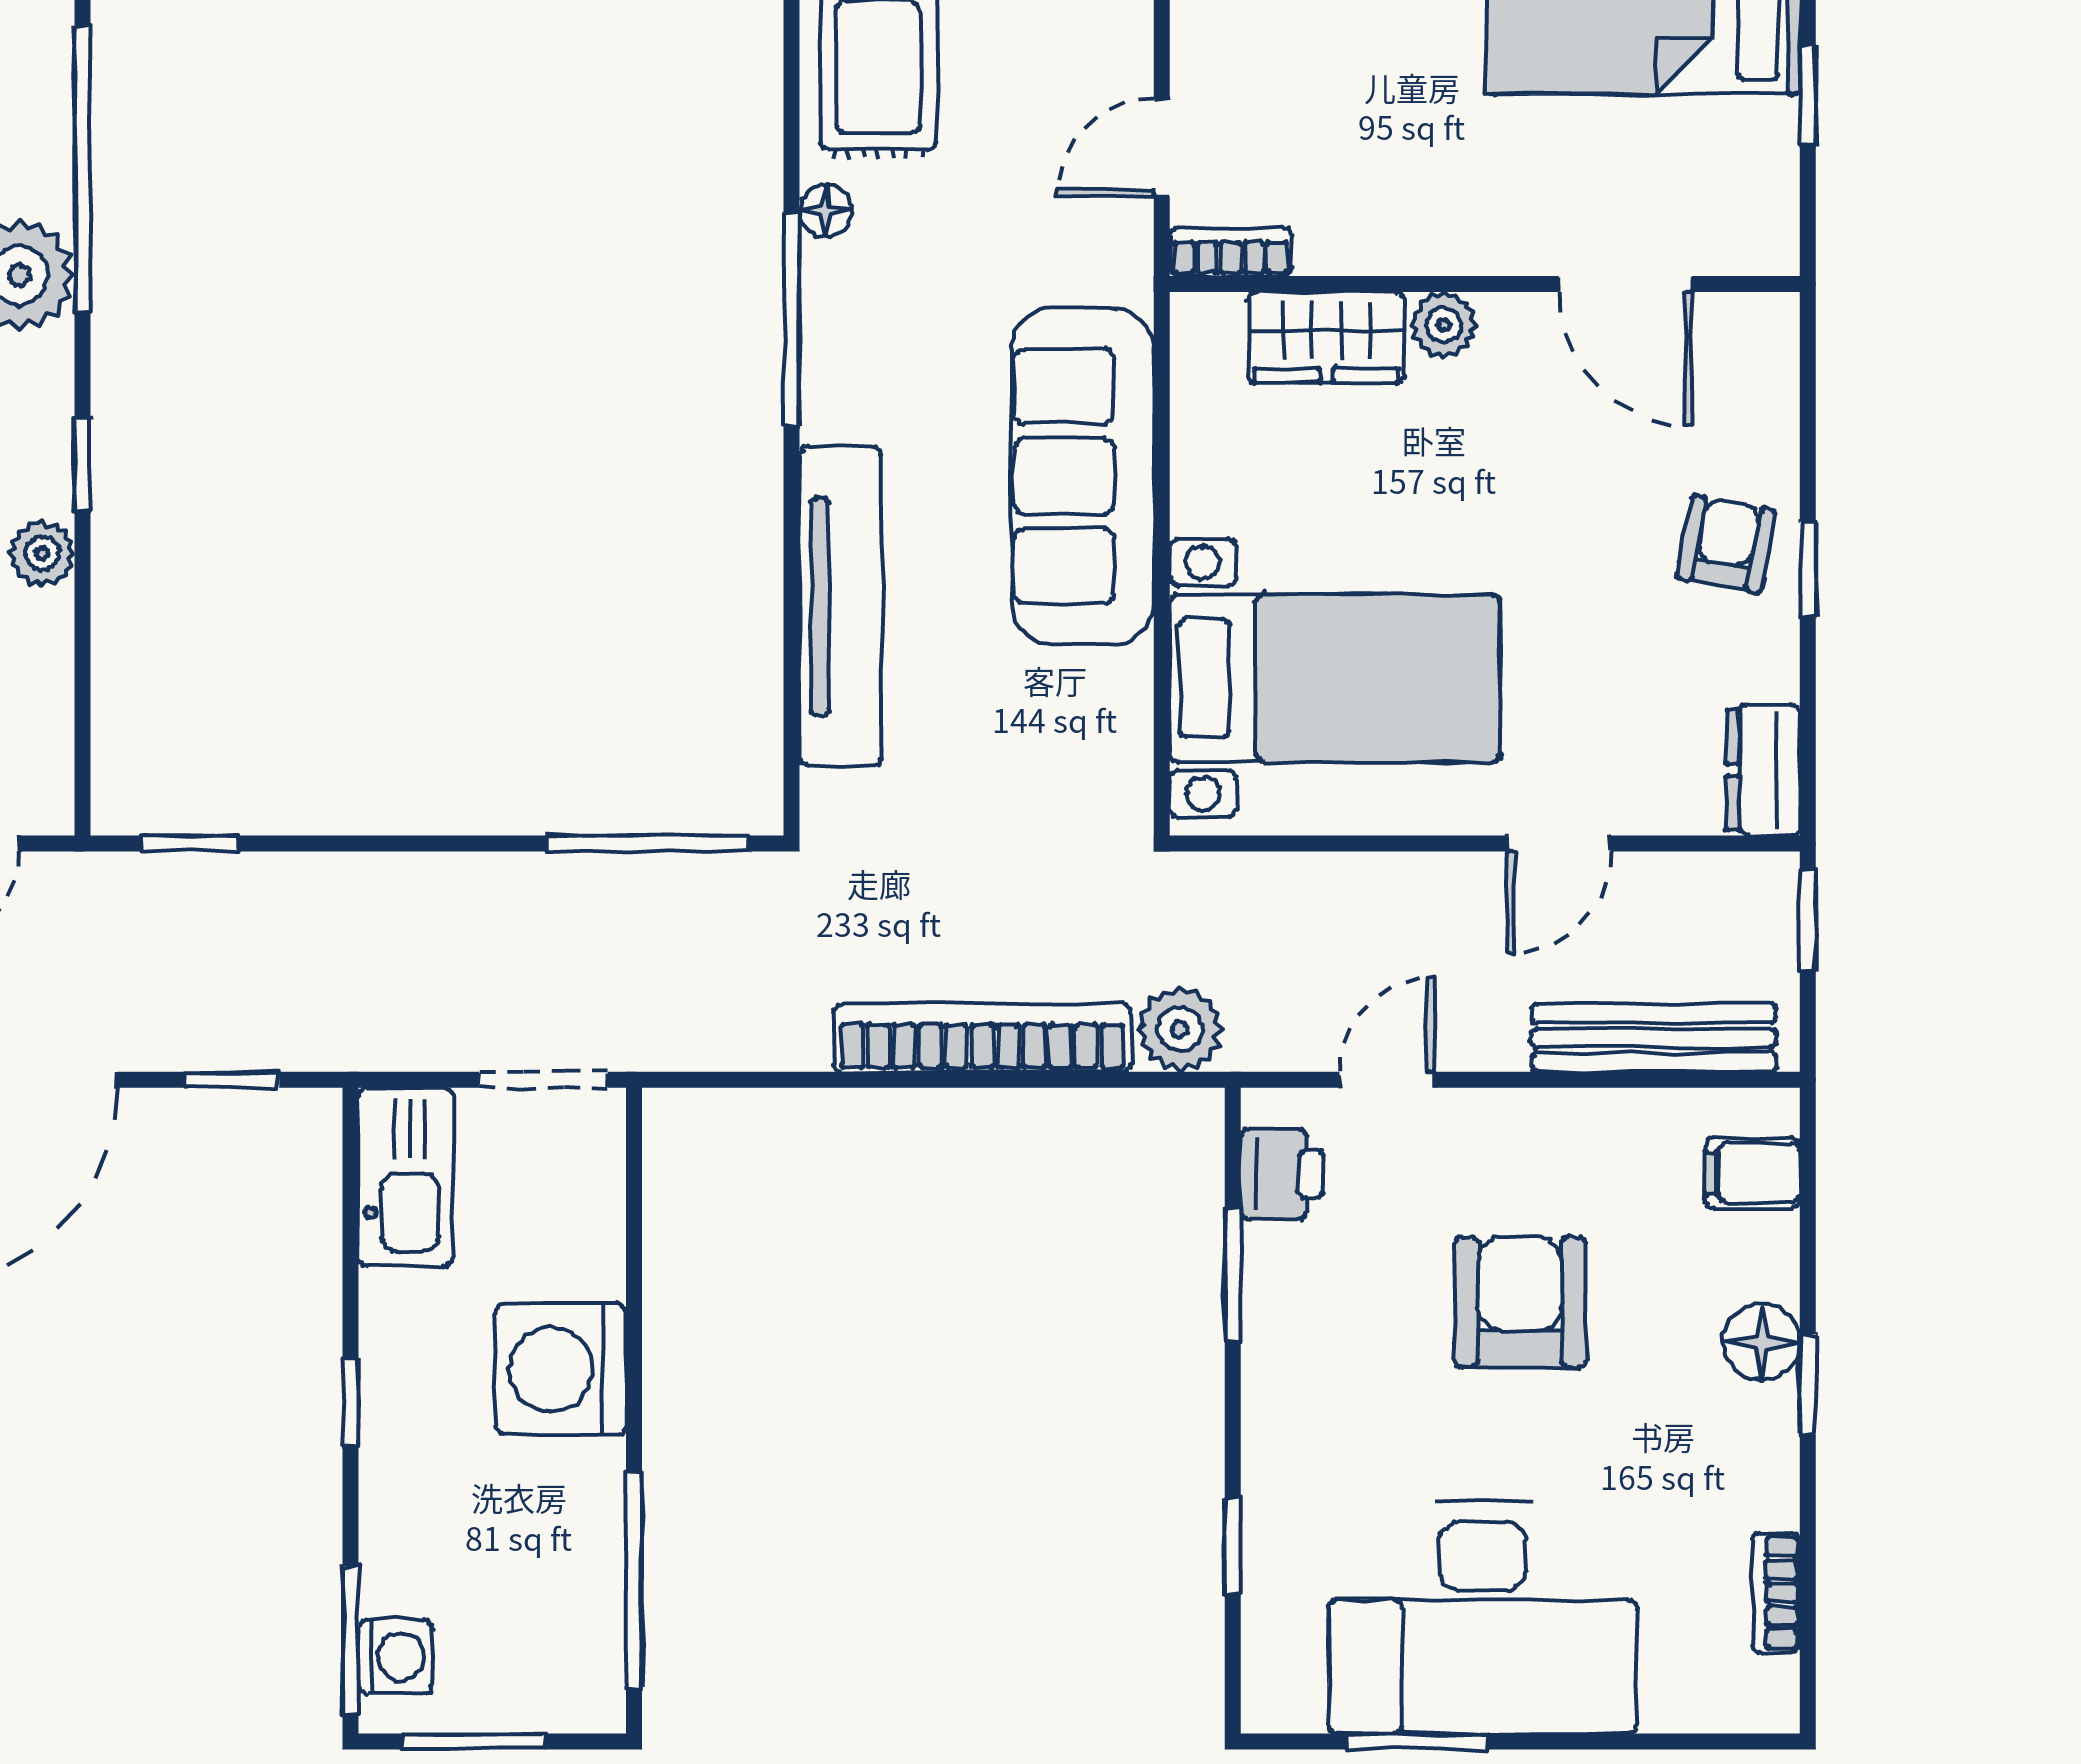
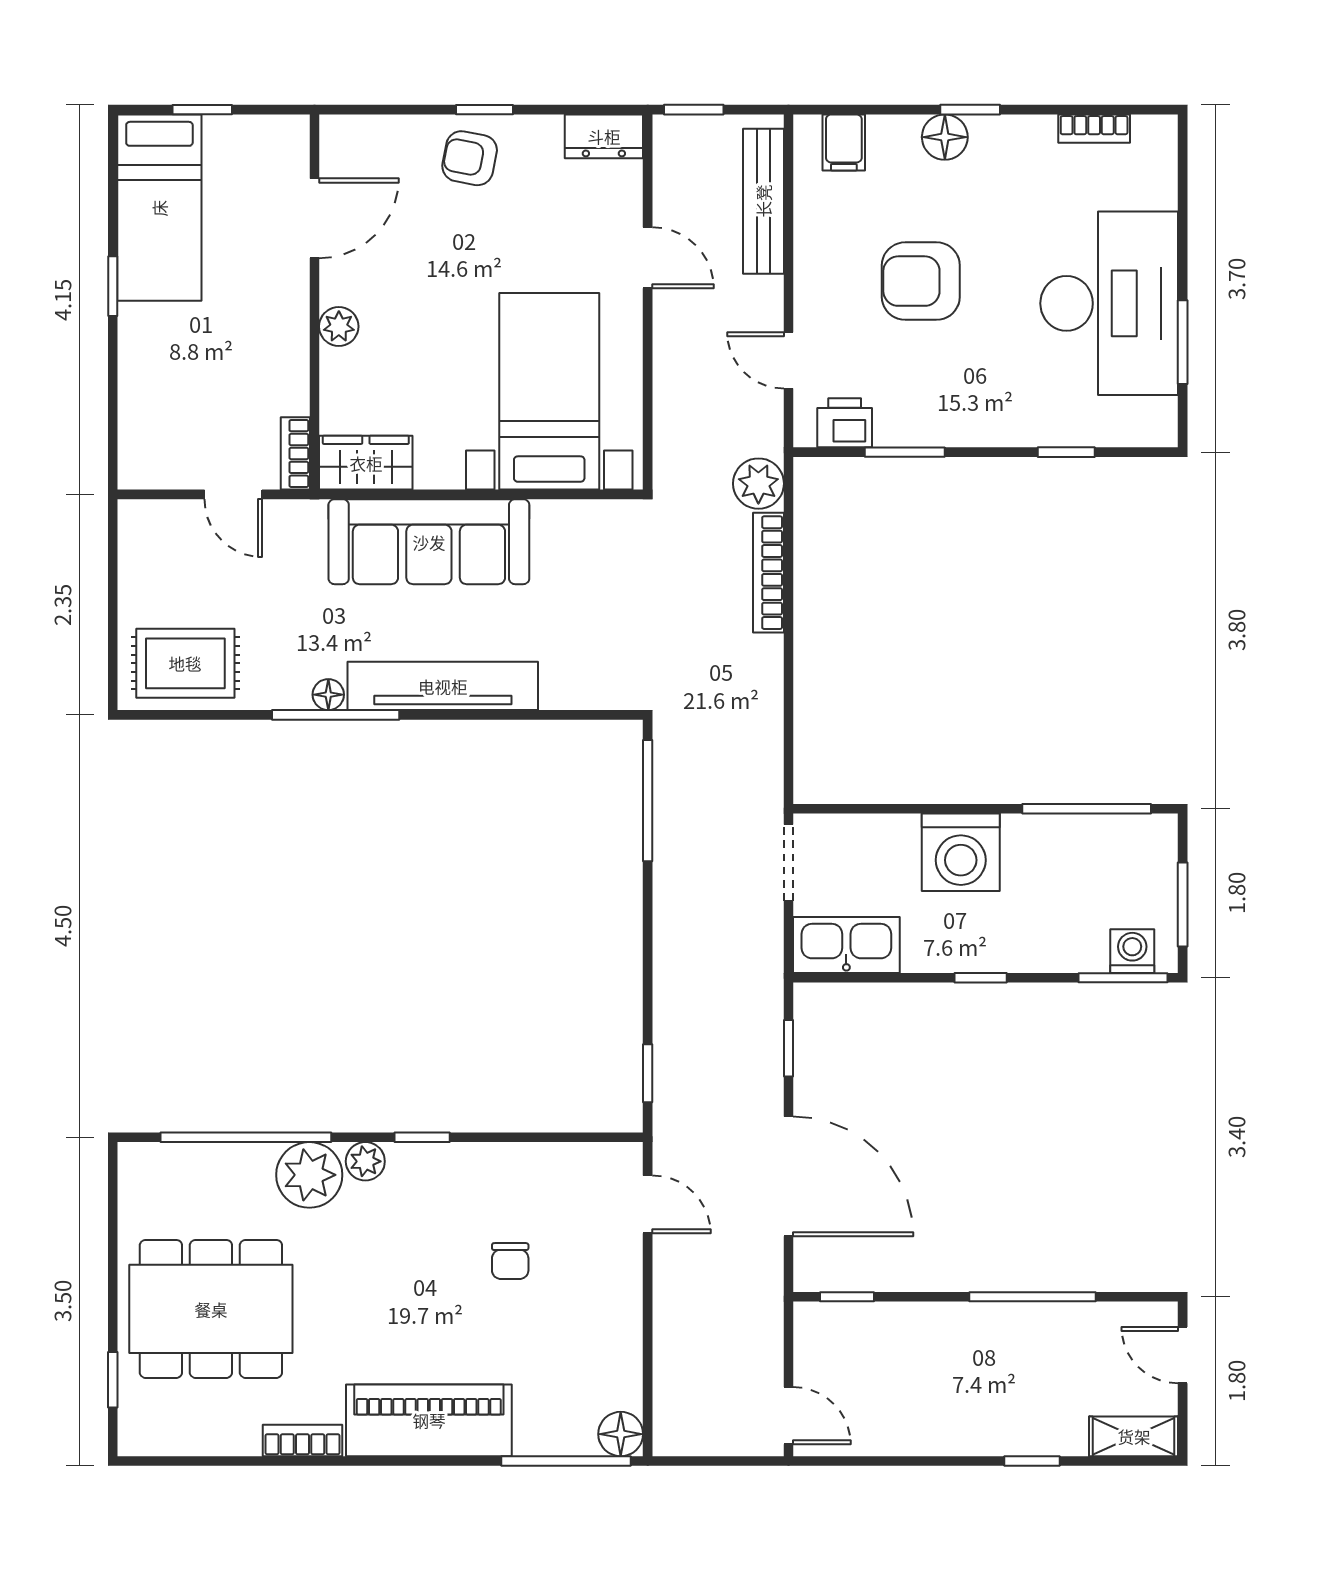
floor lamp: (826, 211) -> (328, 695), moved
wardrobe: (1326, 337) -> (366, 463), moved, turned -90
plant: (42, 553) -> (365, 1161), moved
tv unit: (840, 607) -> (443, 686), moved
bookcase: (982, 1038) -> (768, 573), width x0.68, depth x0.76

